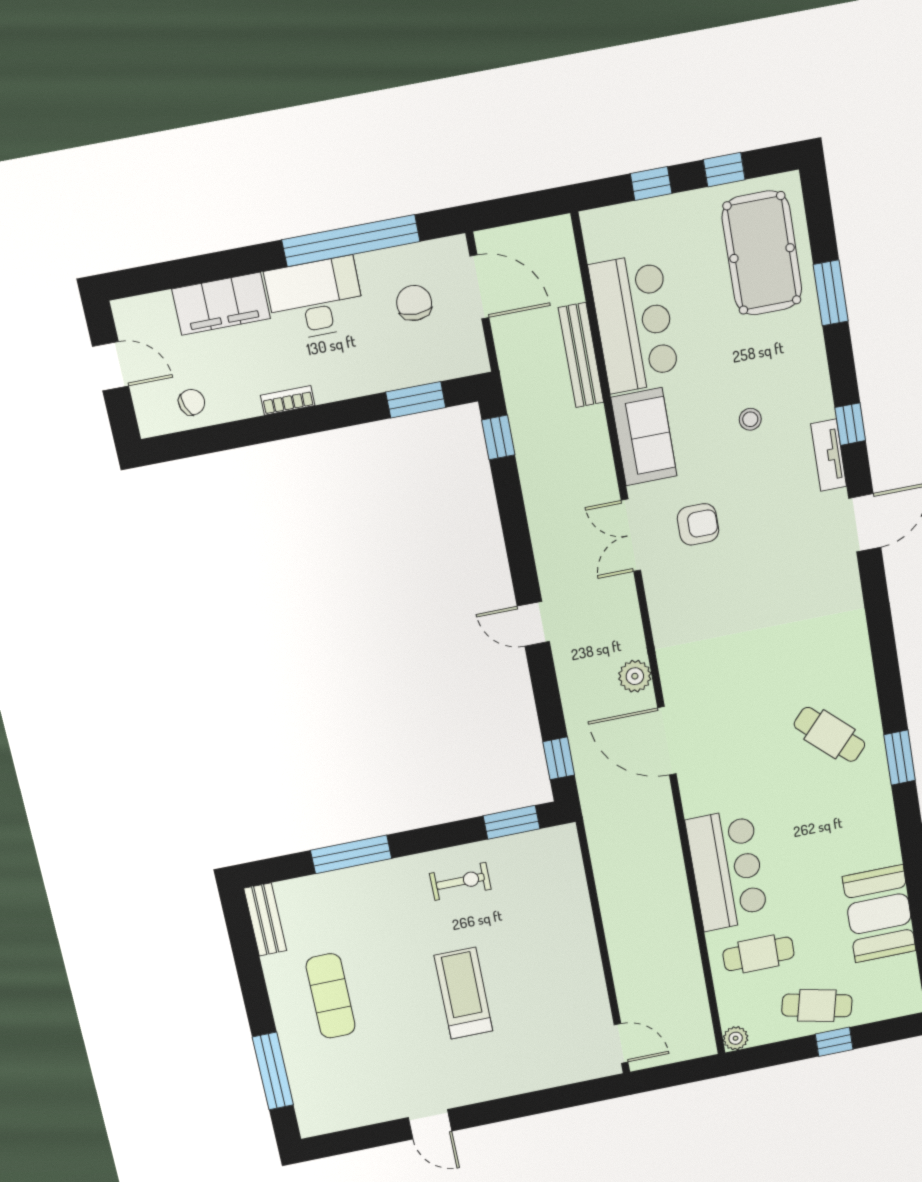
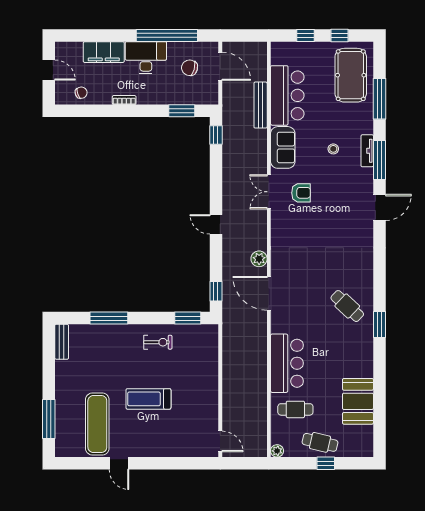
window: (831, 293) -> (379, 99), width x1.44
chair: (414, 303) -> (190, 68), turned -76
window: (850, 424) -> (379, 160), width x2.17
tv unit: (829, 455) -> (367, 151), moved
treadmill: (463, 993) -> (148, 399), turned -90
exercise mat: (331, 996) -> (97, 424), moved, width x1.36, depth x1.45

